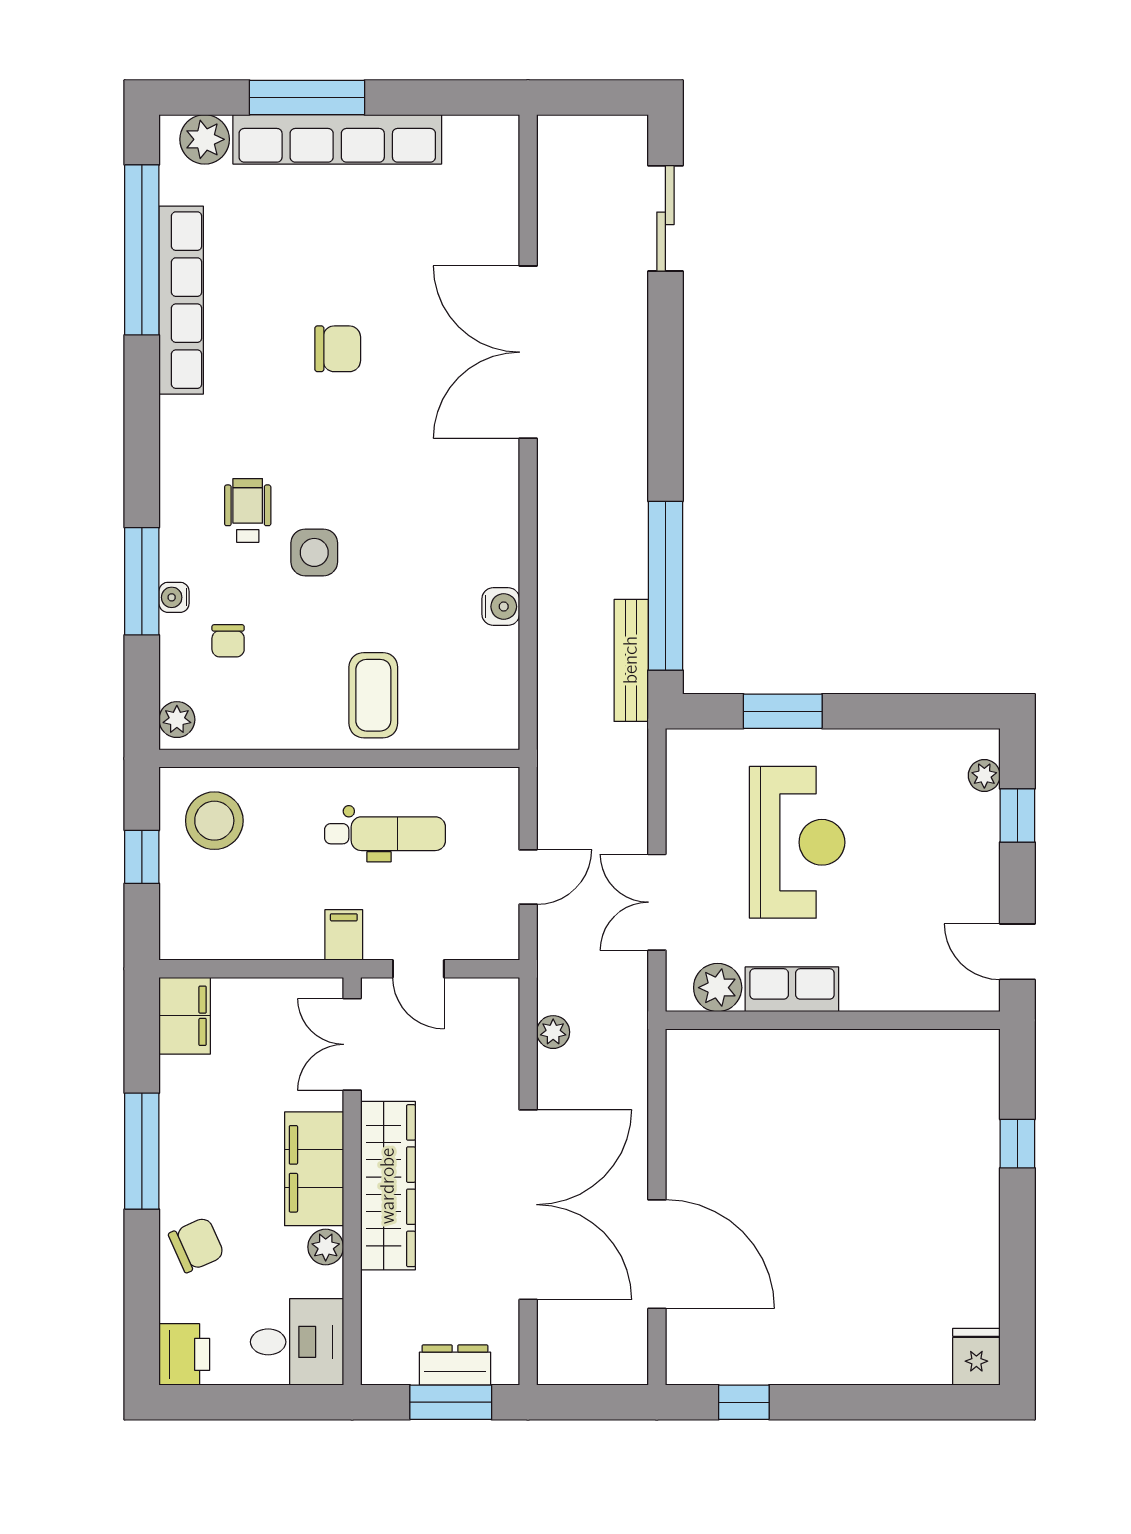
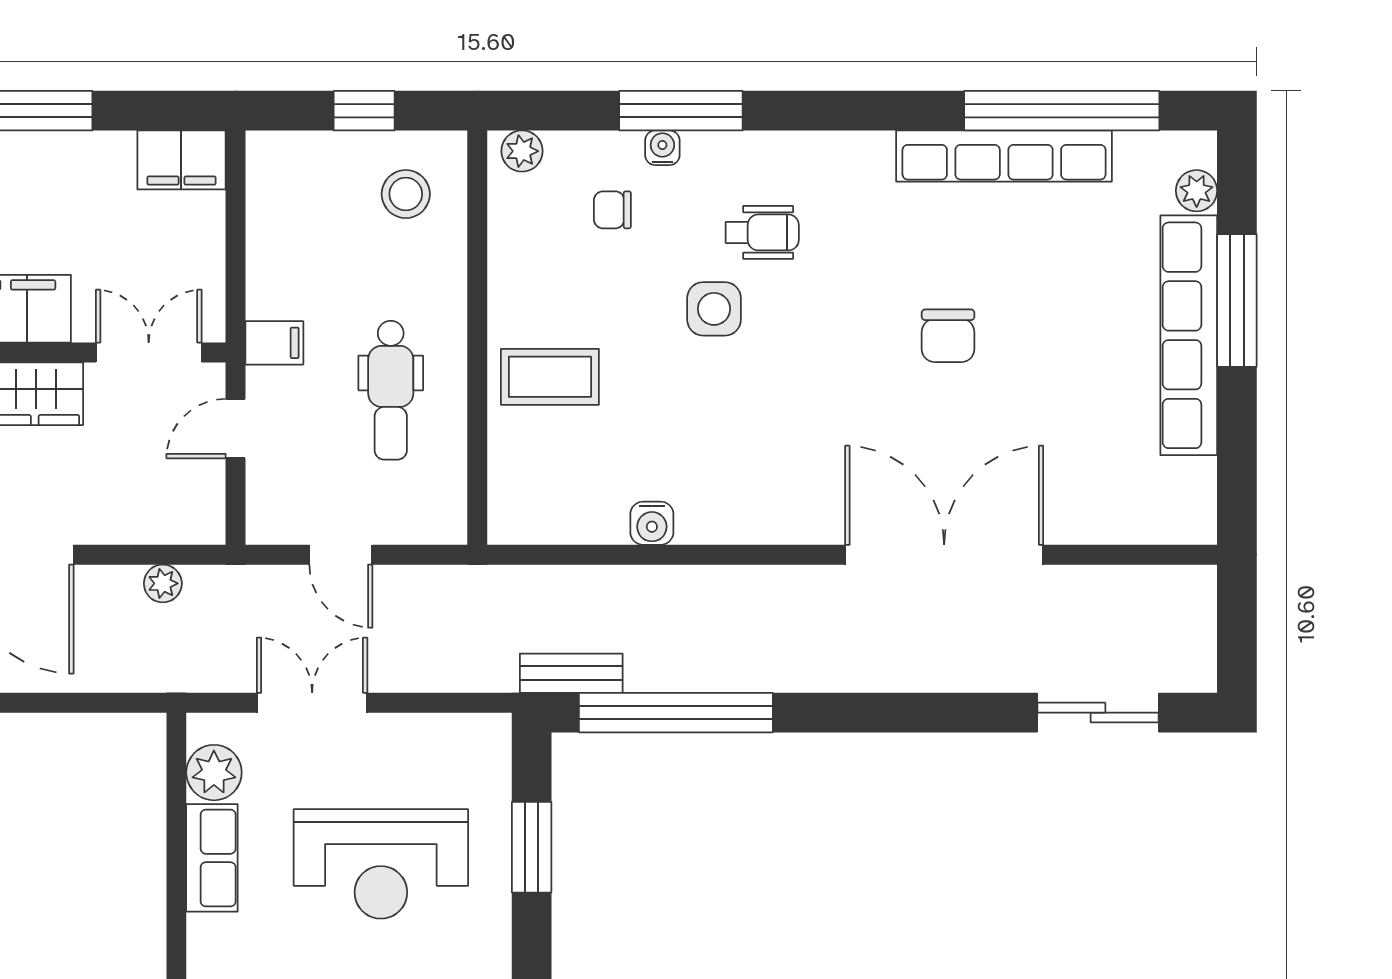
plant: (205, 139) -> (1197, 191), width x0.73, depth x0.73
bench: (631, 660) -> (571, 673), width x0.73
stool: (214, 821) -> (406, 194), width x0.73, depth x0.73

